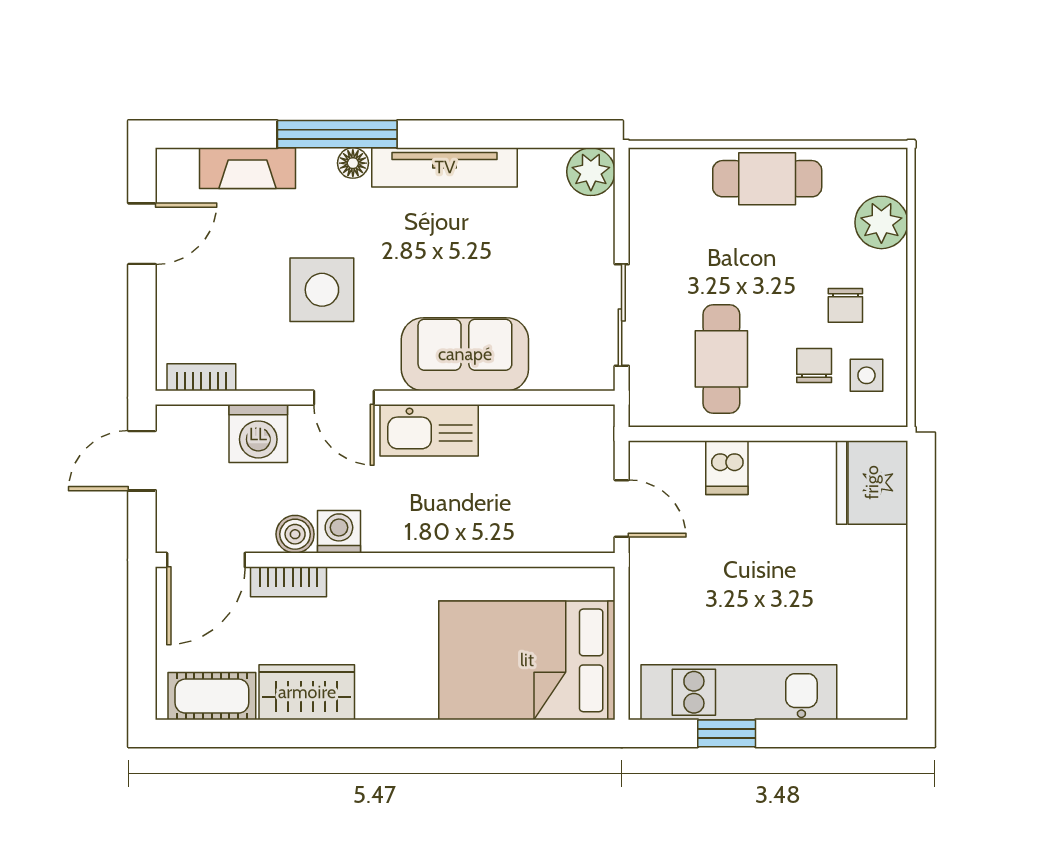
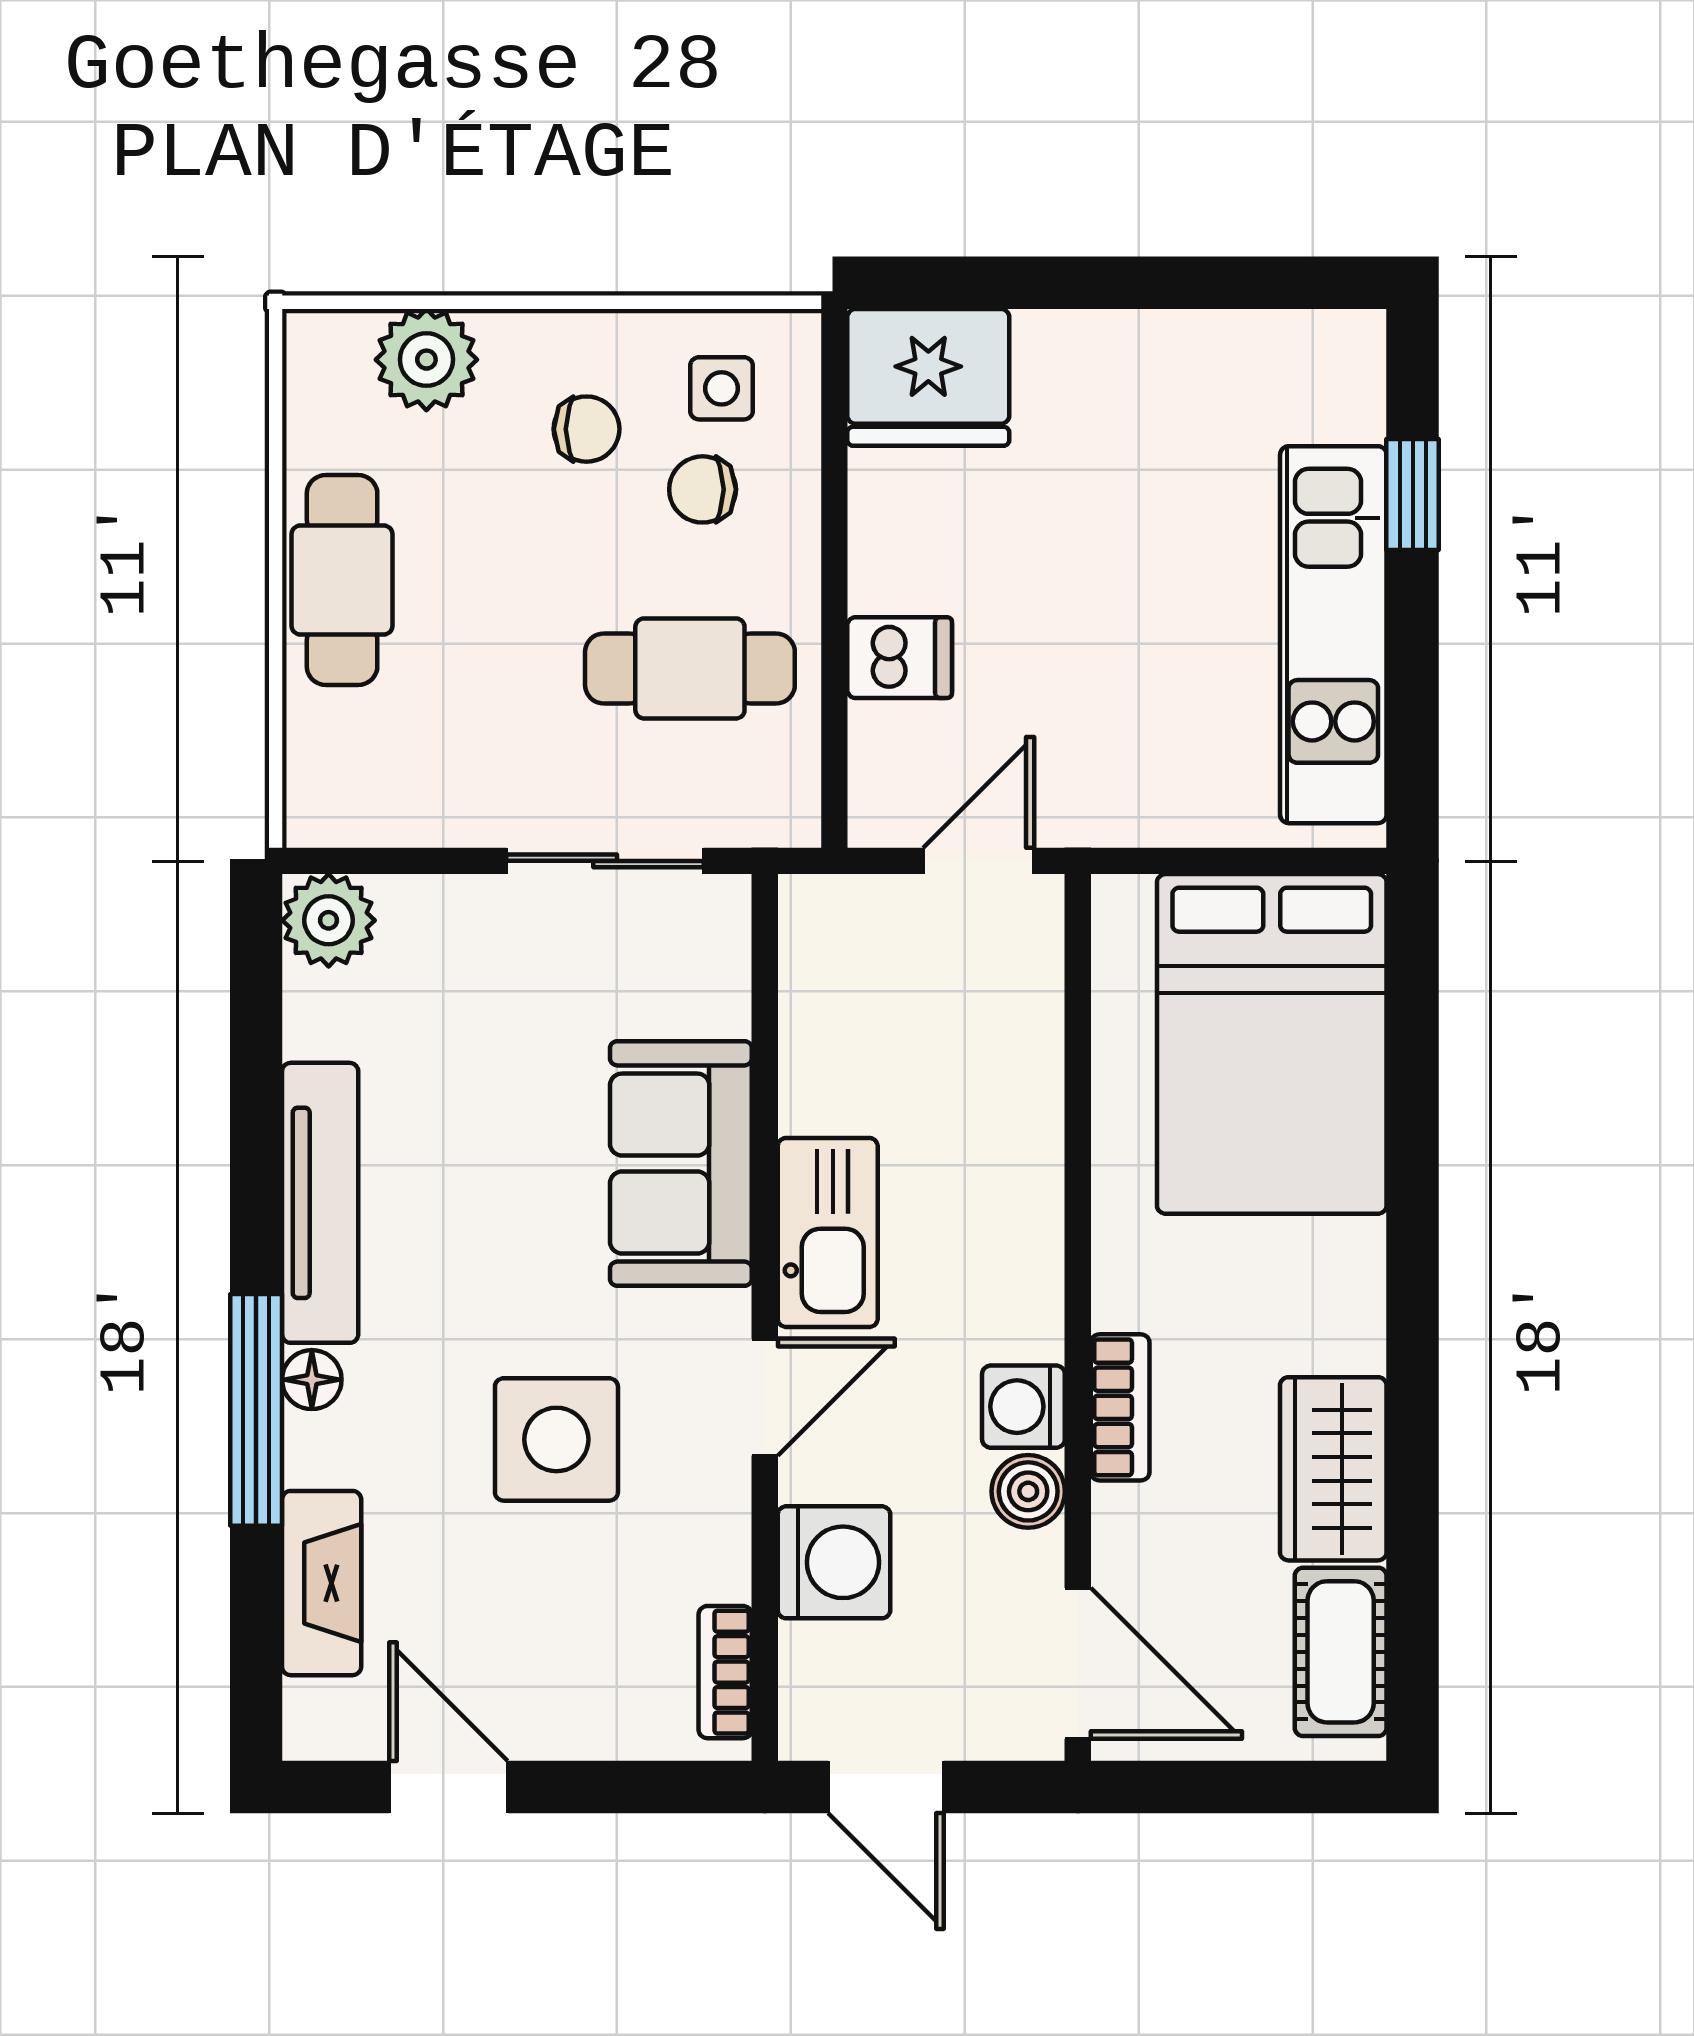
bookcase: (288, 582) -> (1120, 1407), moved
window: (727, 733) -> (1413, 494), moved

